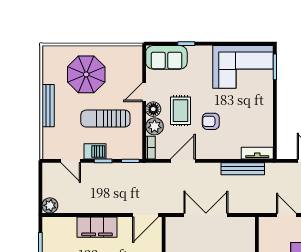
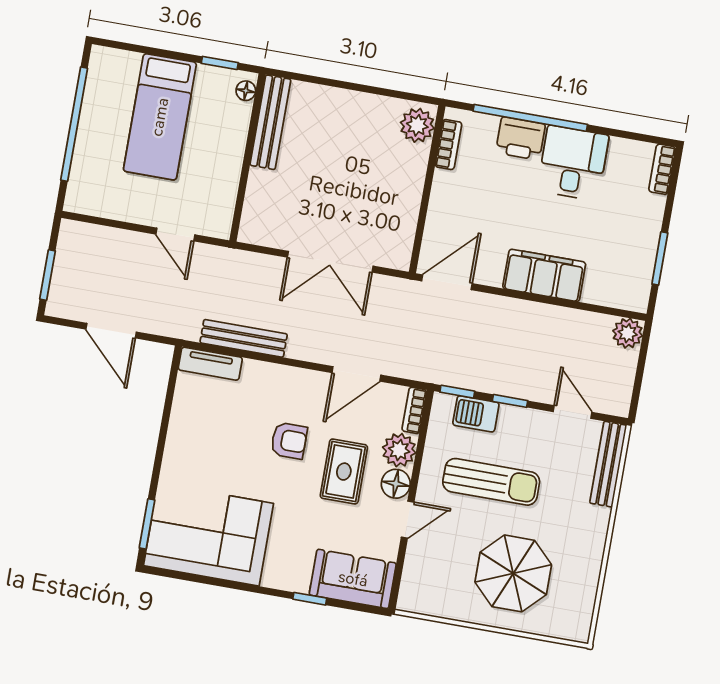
bench: (48, 106) -> (608, 464), moved
barbecue: (95, 151) -> (476, 414), moved

